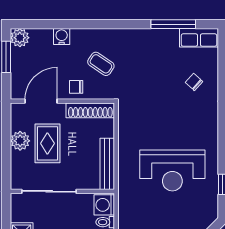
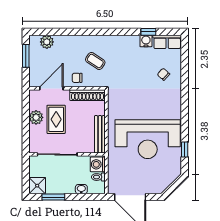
window: (173, 24) -> (148, 32), width x0.46
water cooler: (62, 37) -> (146, 41), moved
plant: (20, 38) -> (47, 42), moved
reception desk: (172, 171) -> (148, 139), width x1.36, depth x1.30

